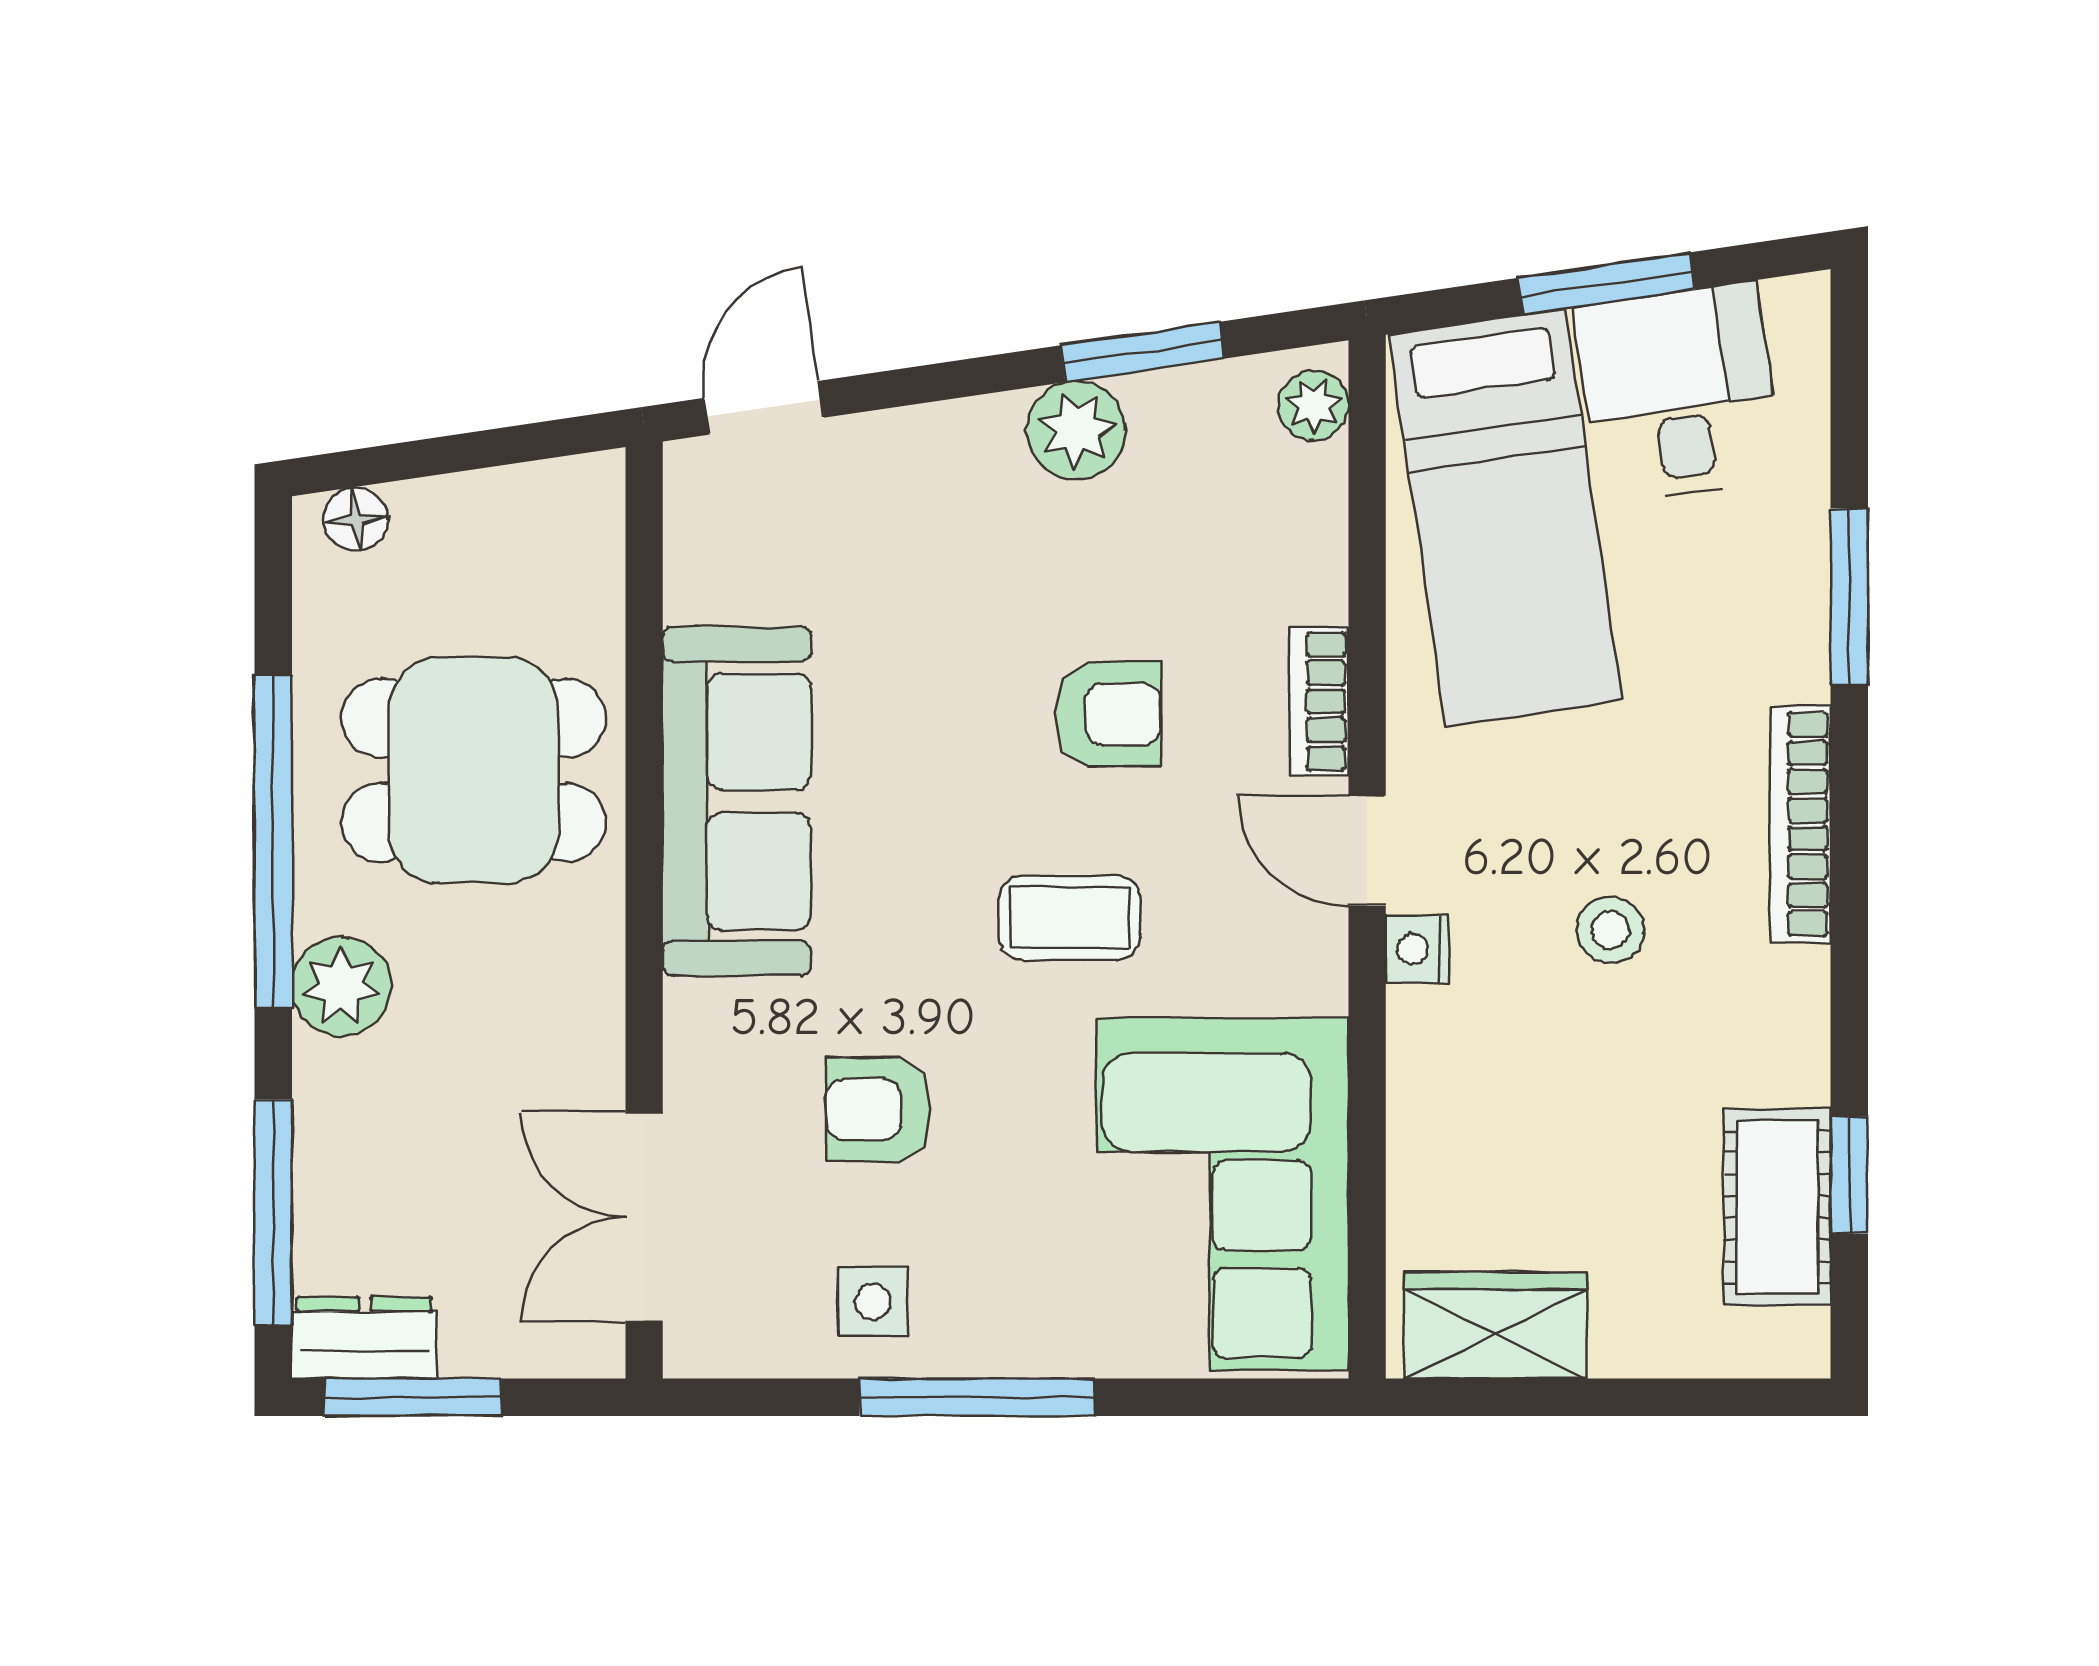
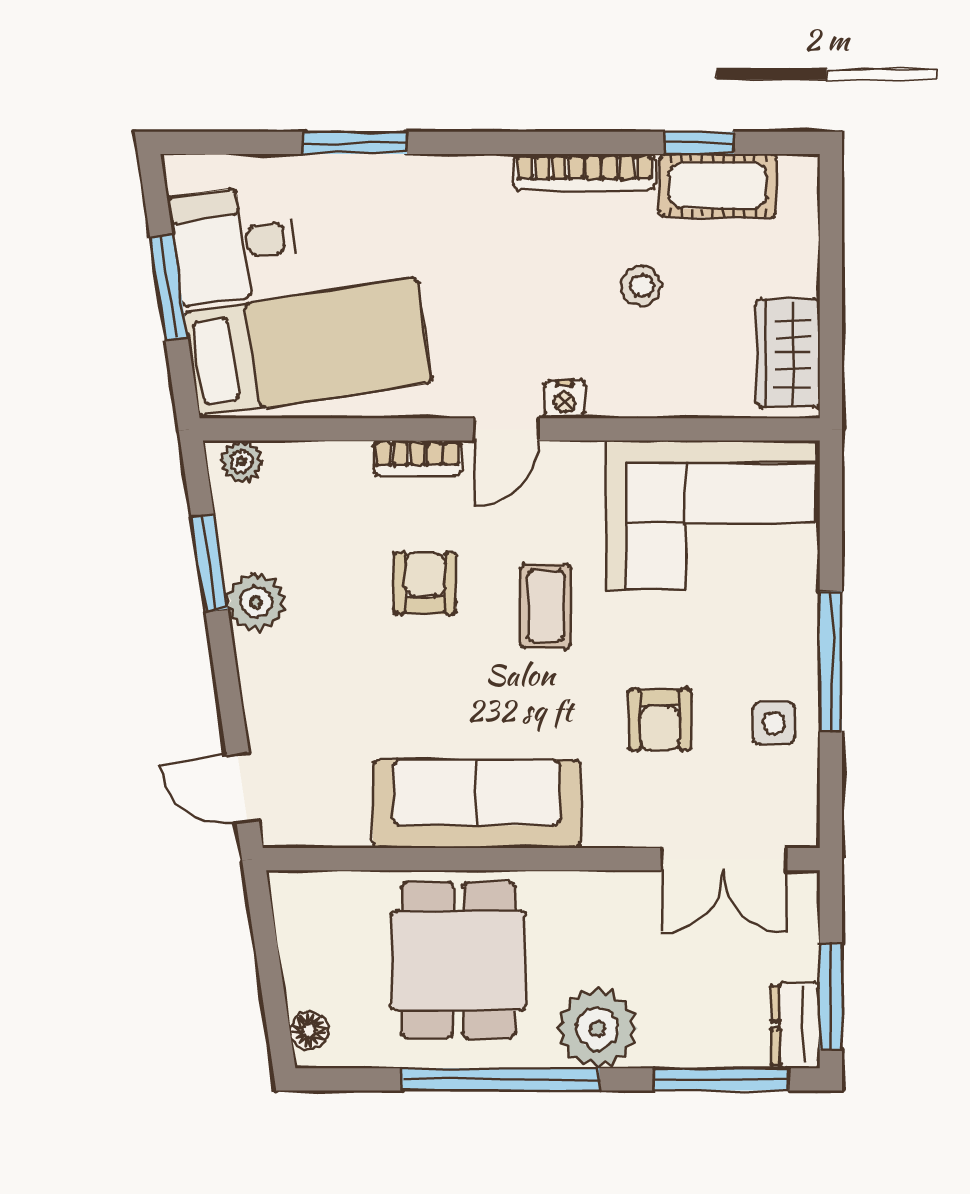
bookcase: (1800, 824) -> (584, 172), moved
stool: (1611, 930) -> (641, 286), moved
plant: (341, 986) -> (597, 1028), width x1.36, depth x1.36

